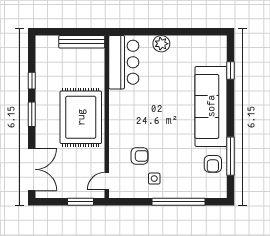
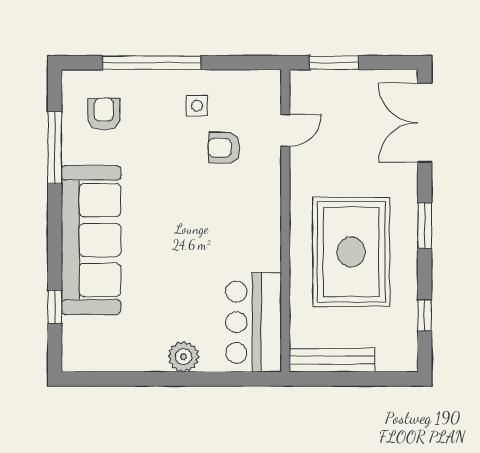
window: (32, 81) -> (425, 316), moved
rug: (81, 117) -> (351, 252), moved
armchair: (213, 164) -> (104, 114), moved
door: (107, 181) -> (285, 130), moved

